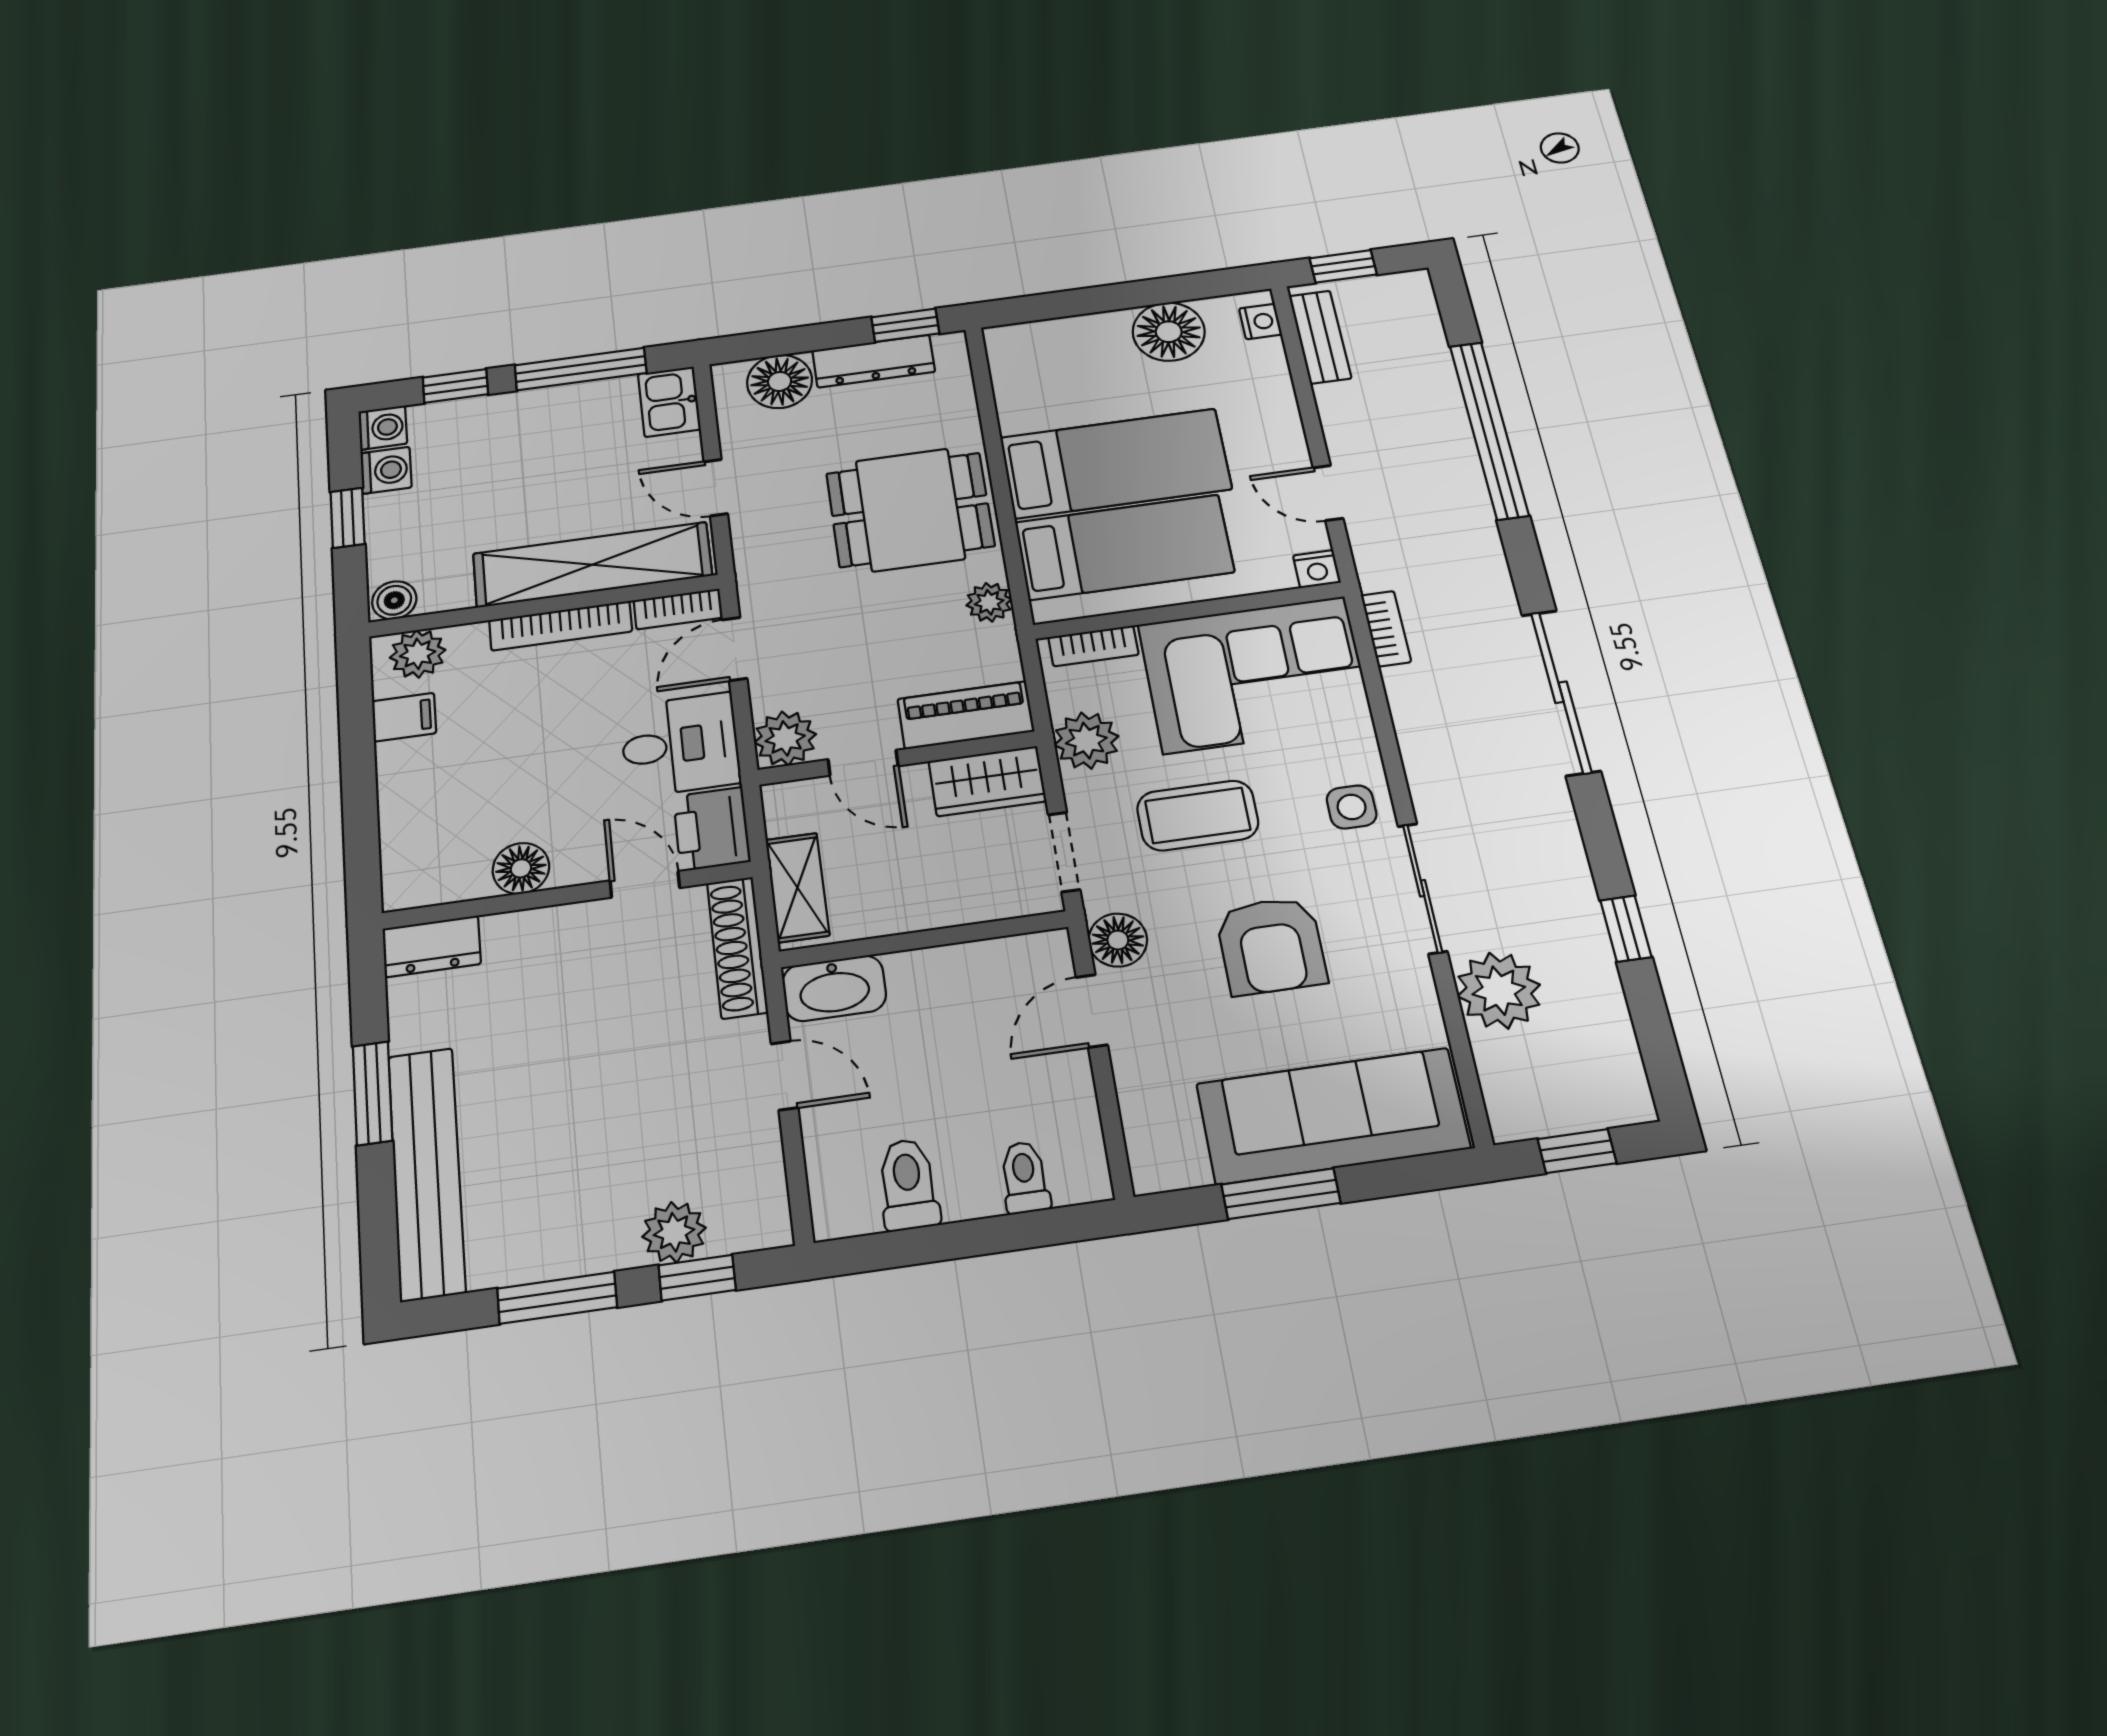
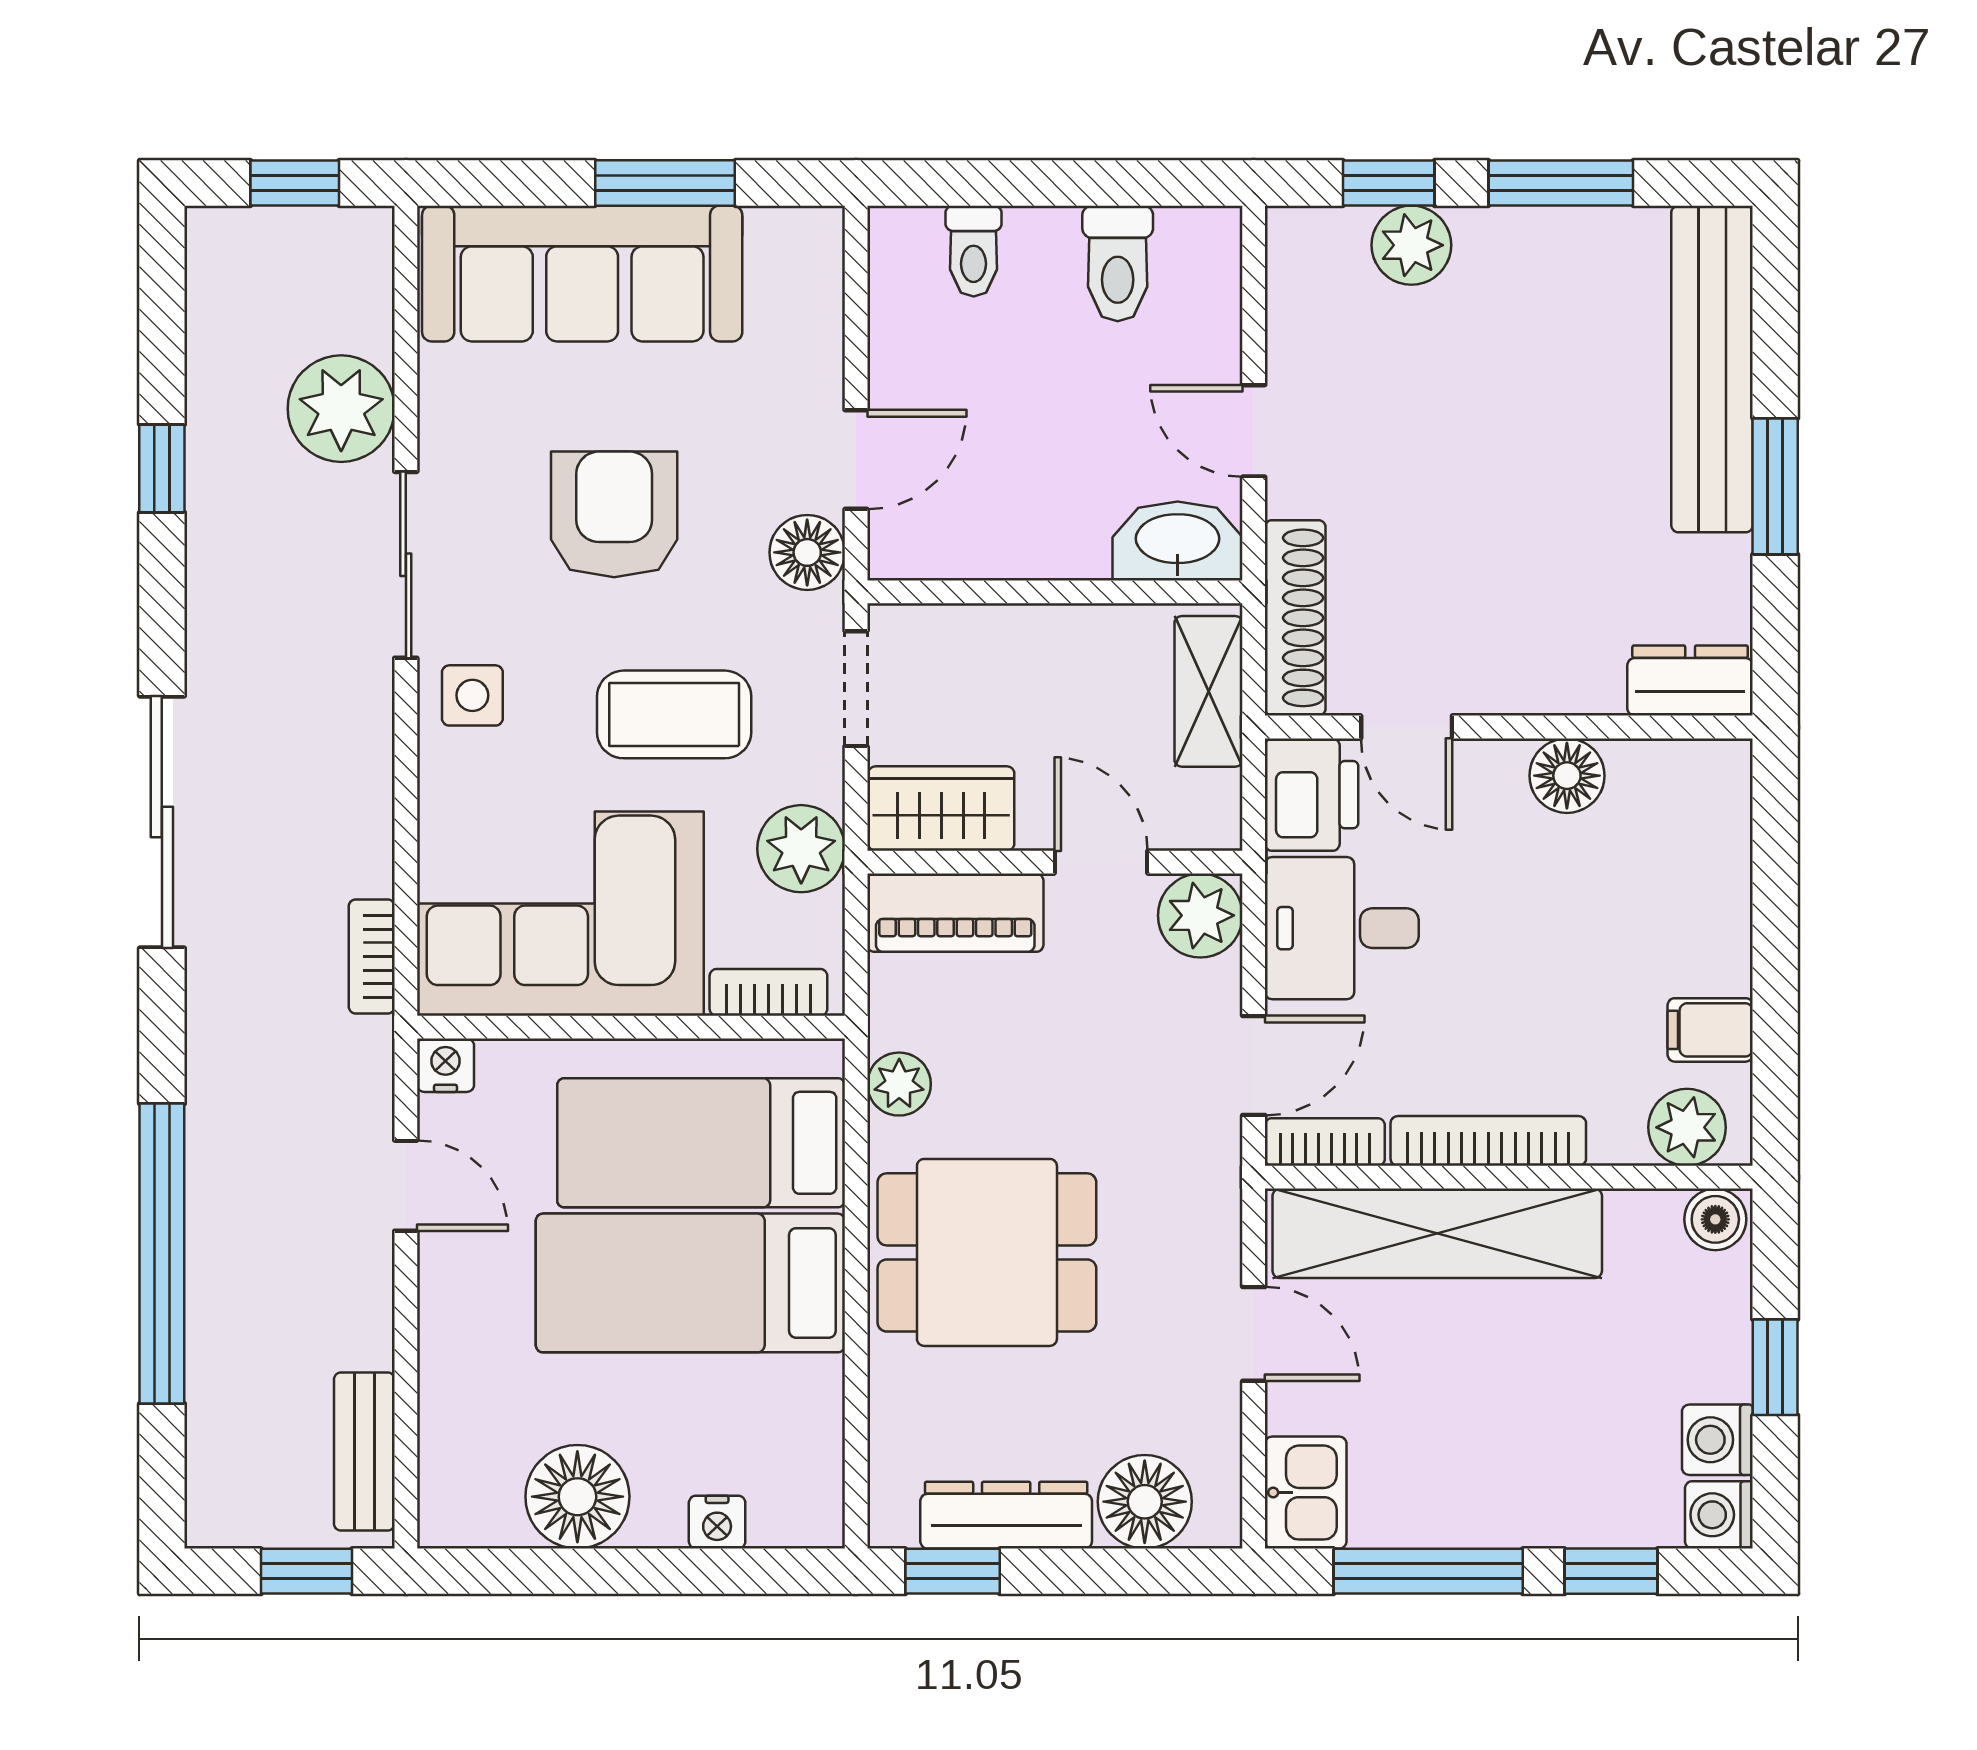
nightstand: (1260, 321) -> (717, 1522), moved, turned -90

